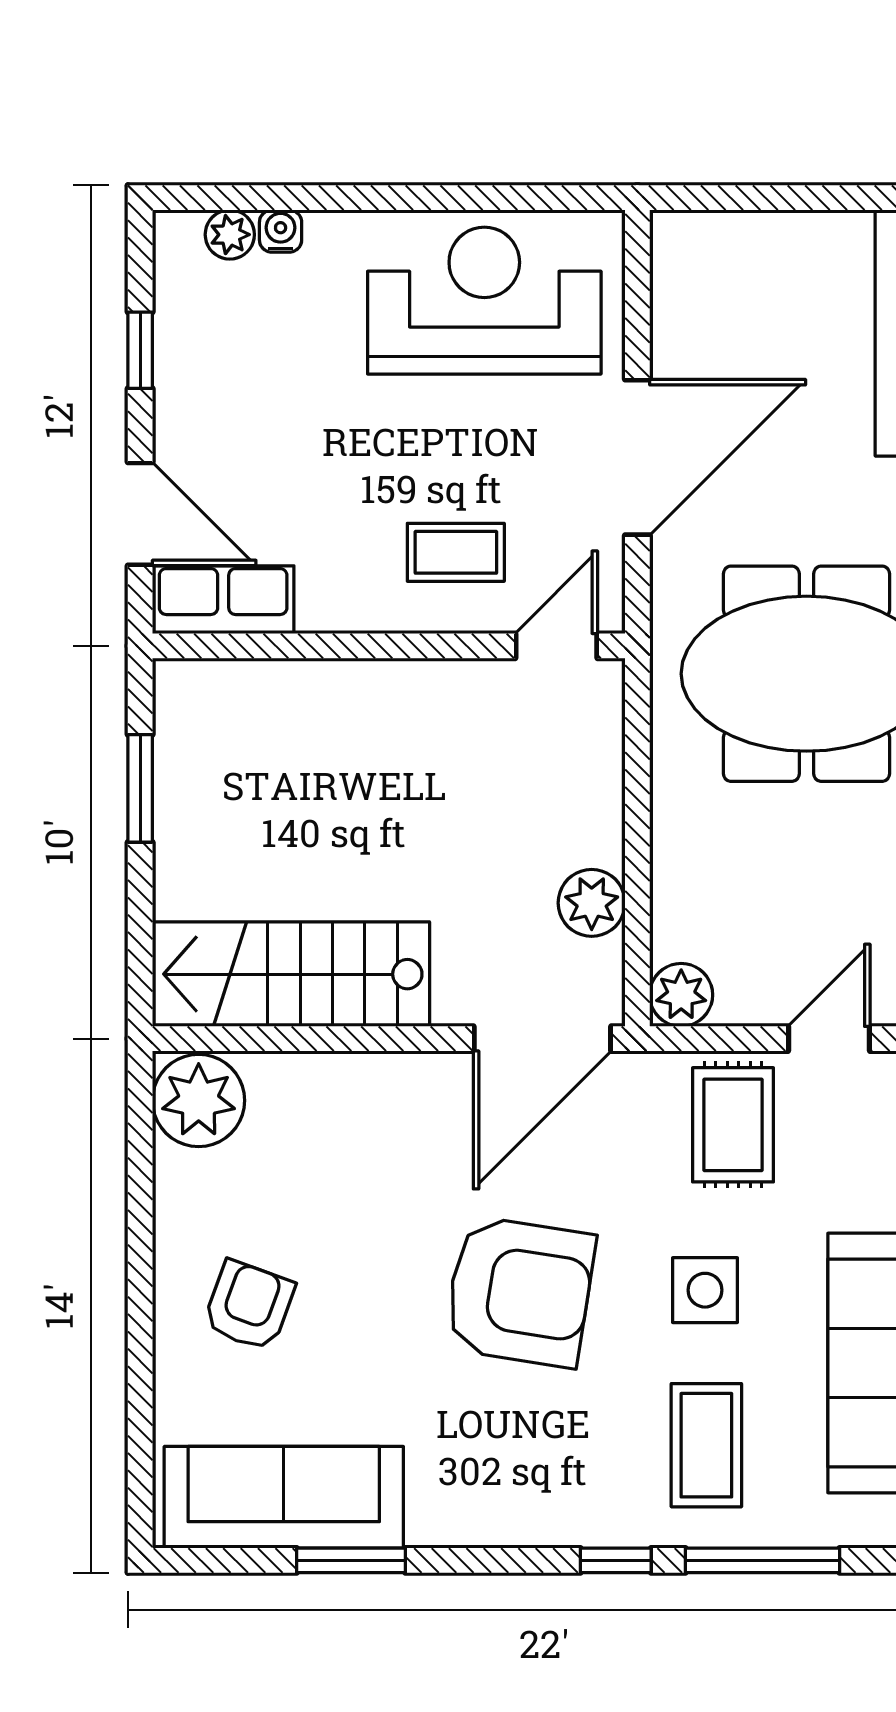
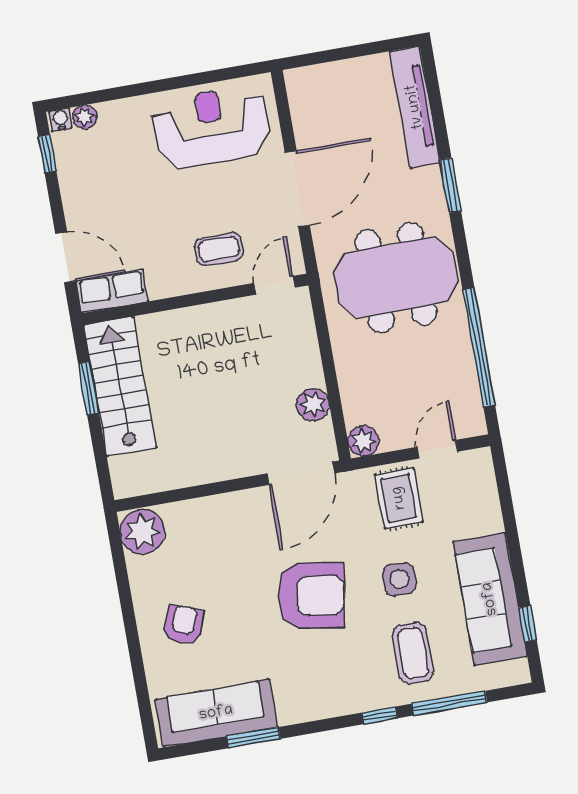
water cooler: (281, 231) -> (60, 120), moved
window: (140, 350) -> (47, 154), moved
stairs: (291, 974) -> (120, 386), moved, turned 90

